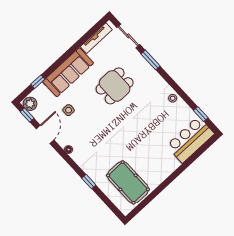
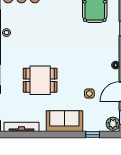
sofa: (68, 72) -> (64, 121), width x0.73

